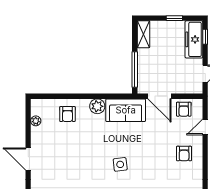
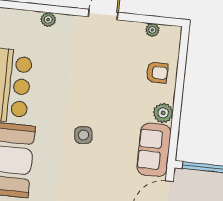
armchair: (67, 114) -> (157, 73), turned 180

